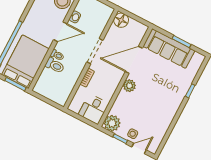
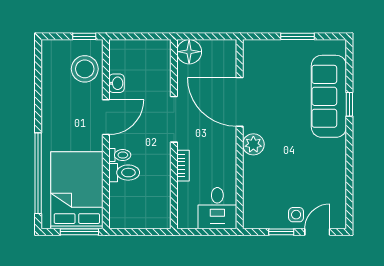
sofa: (169, 48) -> (329, 96), moved, turned 90
door: (134, 60) -> (240, 102), hinge flipped
plant: (112, 123) -> (257, 215), removed

